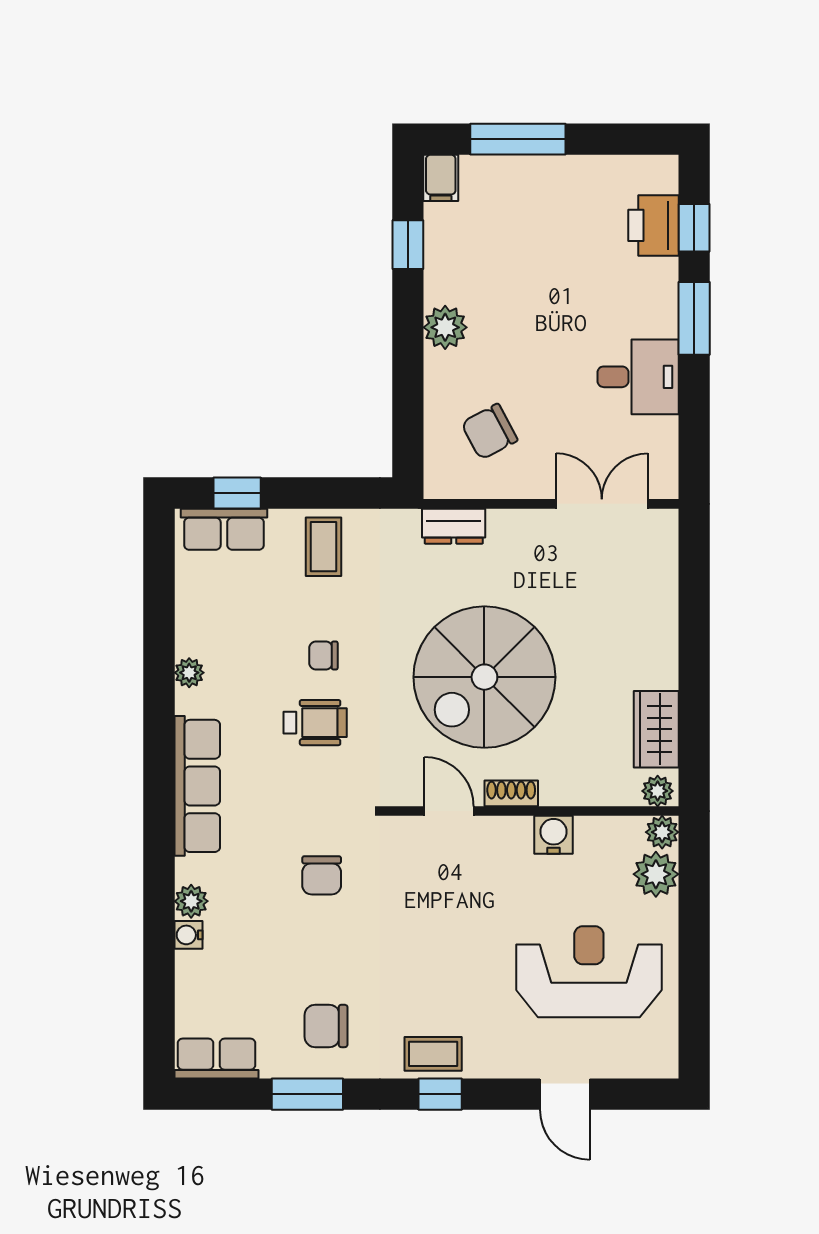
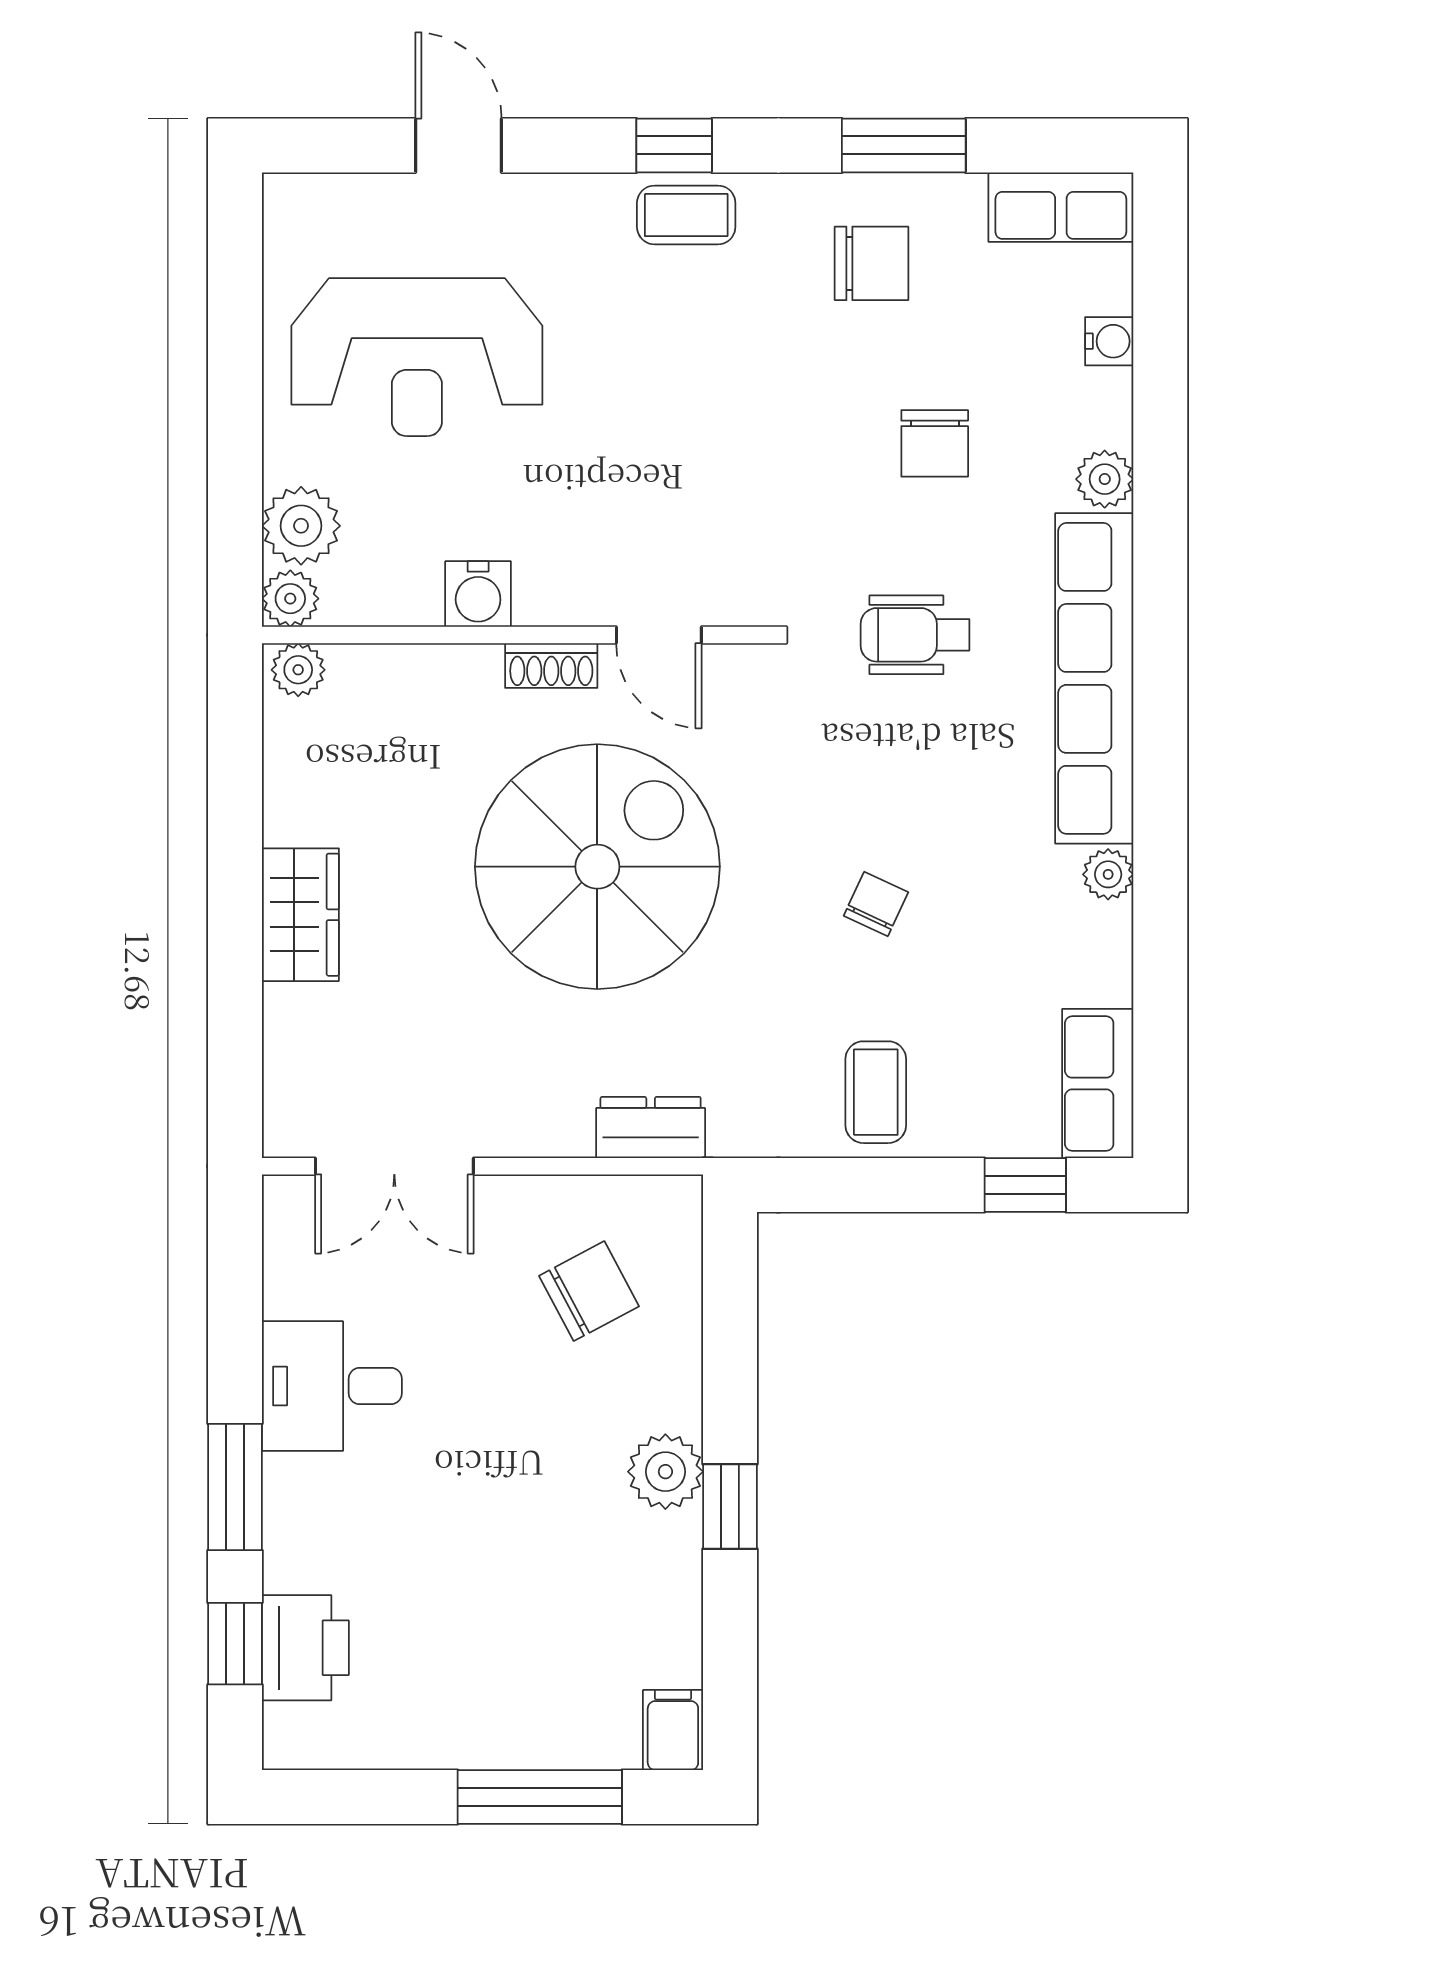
window: (408, 245) -> (730, 1506), moved
row of seats: (224, 529) -> (1098, 1084), moved, turned -90
chair: (323, 656) -> (876, 904), turned -65
wheelchair: (315, 723) -> (915, 635), moved
wardrobe: (656, 729) -> (300, 915), moved
row of seats: (197, 786) -> (1094, 678), width x1.36
chair: (322, 875) -> (935, 443), moved, turned 180
water cooler: (189, 935) -> (1109, 341), moved

